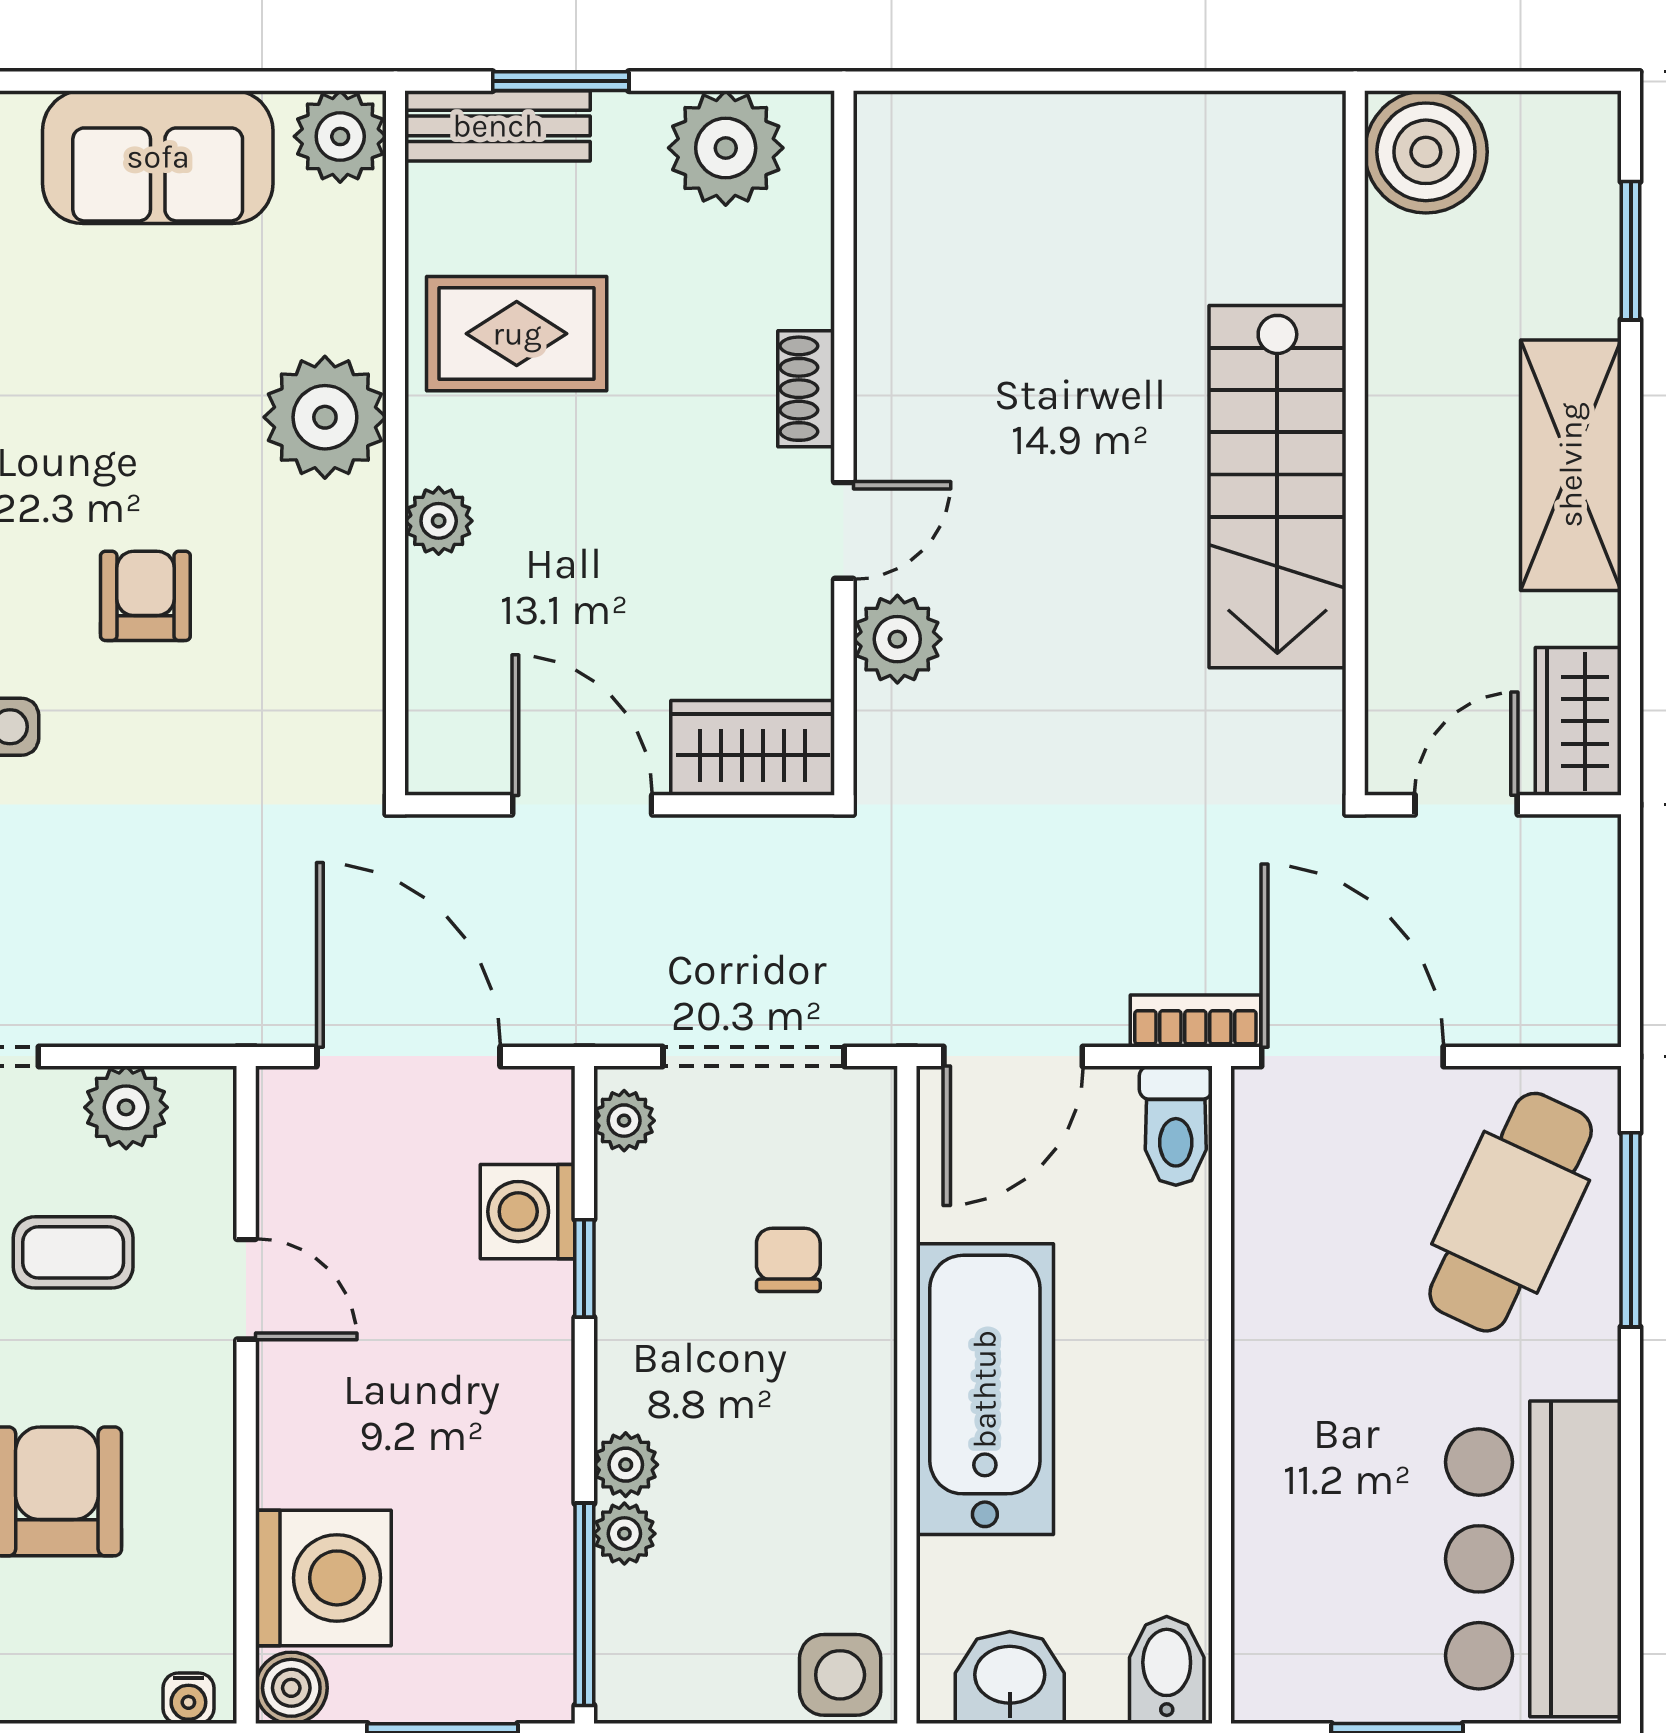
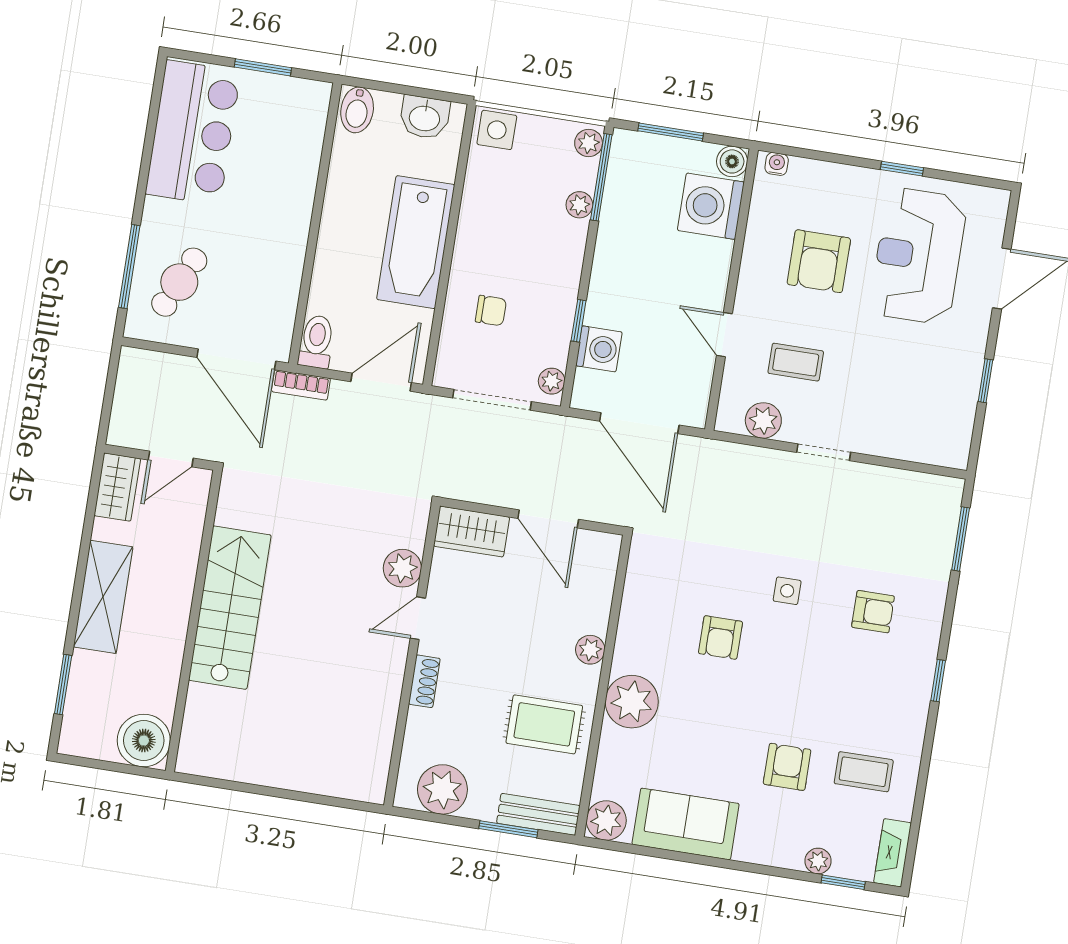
cafe table: (1511, 1212) -> (179, 282), width x0.73, depth x0.74
chair: (788, 1260) -> (491, 311), turned -90
plant: (626, 1465) -> (589, 143), moved

